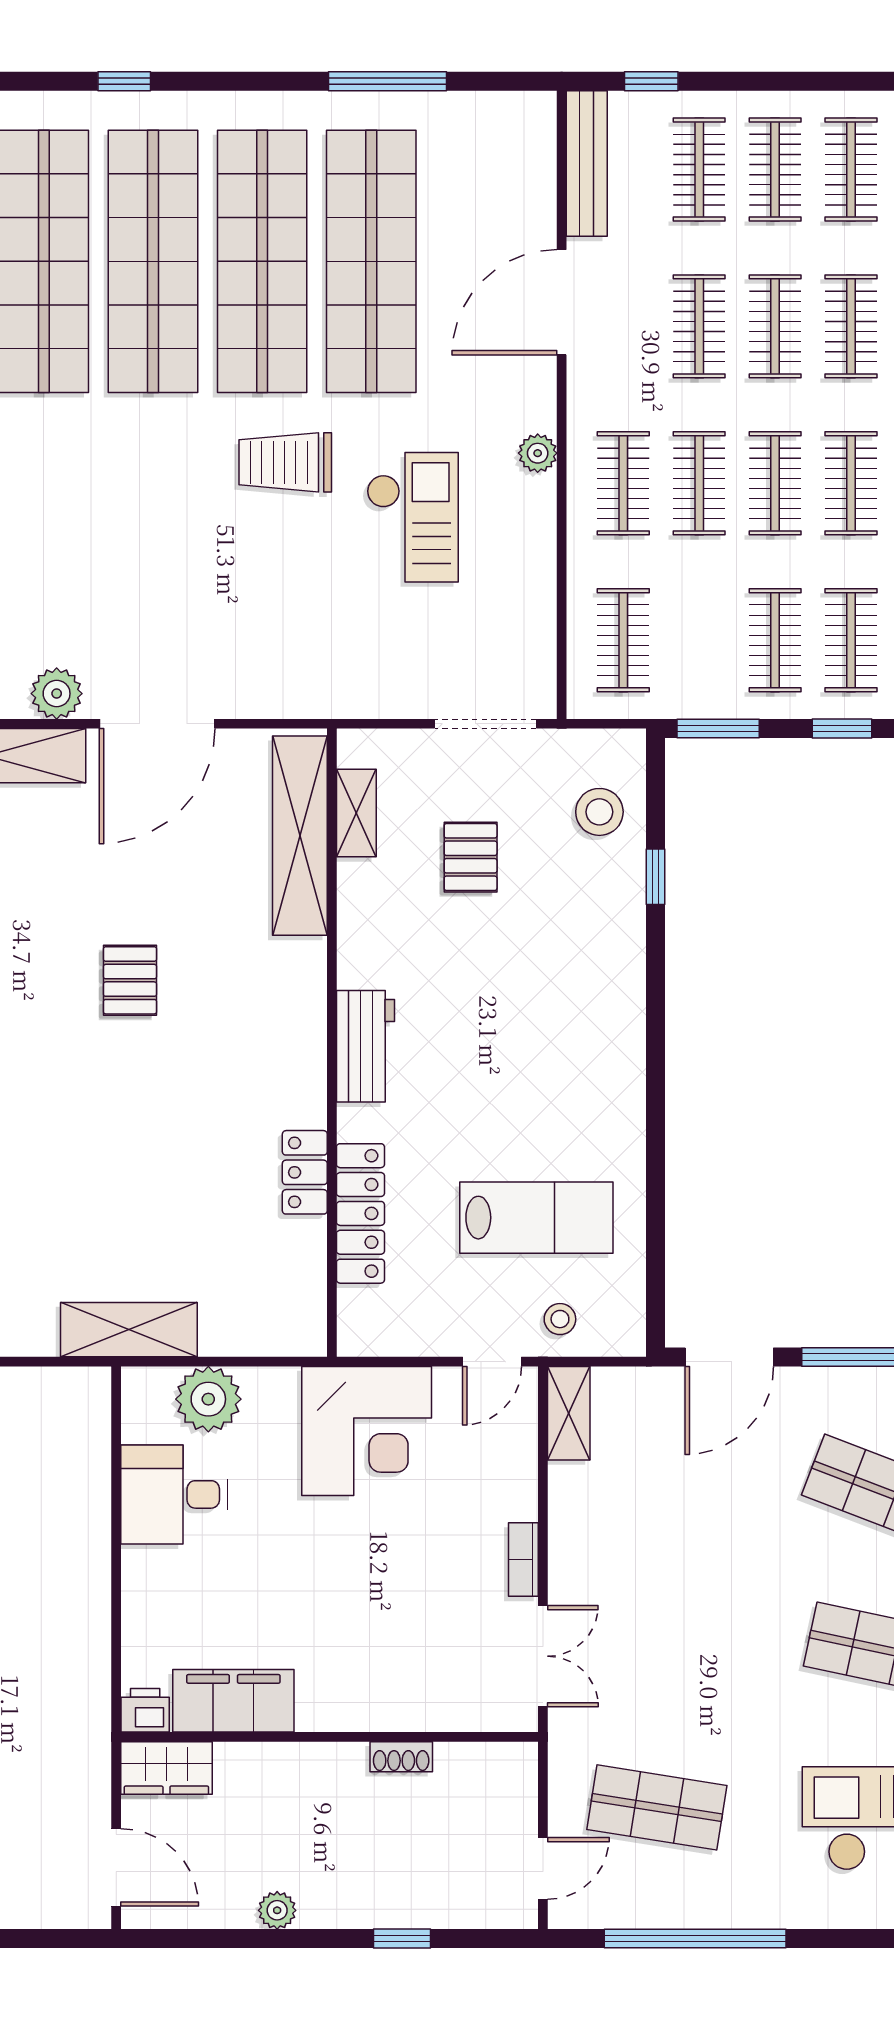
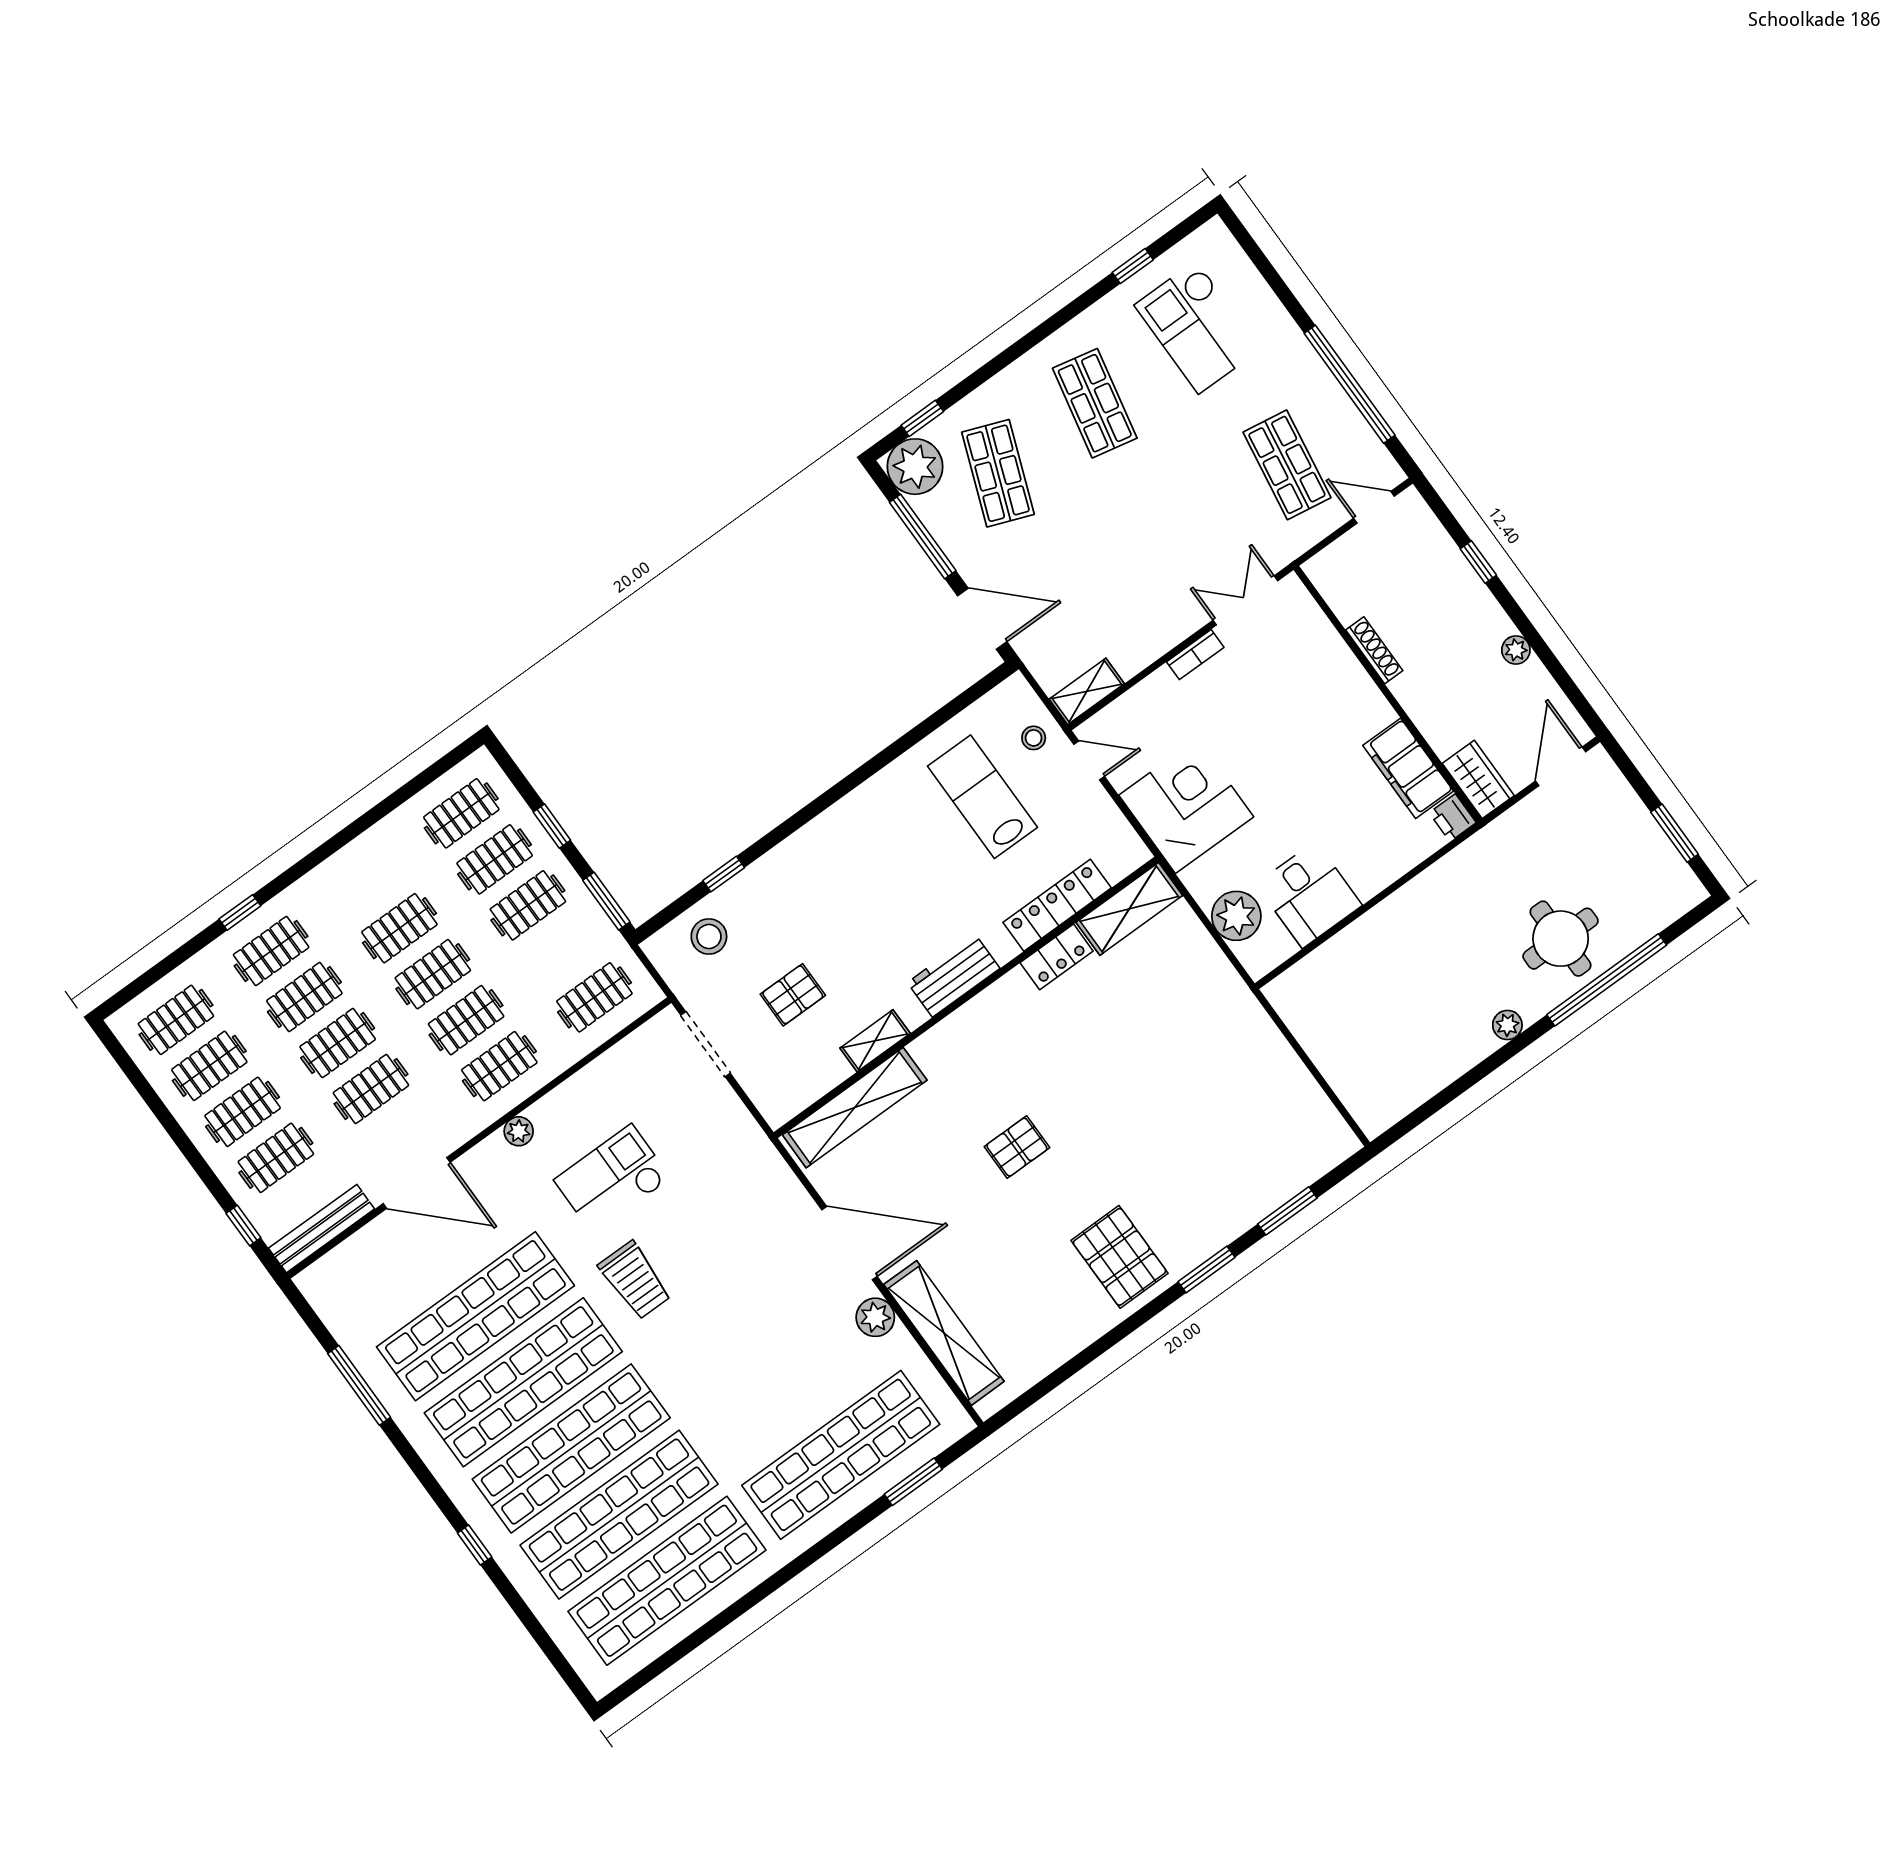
shelving: (356, 813) -> (875, 1041), moved
shelving: (129, 1330) -> (1129, 909), moved, turned 90
shoe rack: (401, 1757) -> (1374, 650), width x1.43

